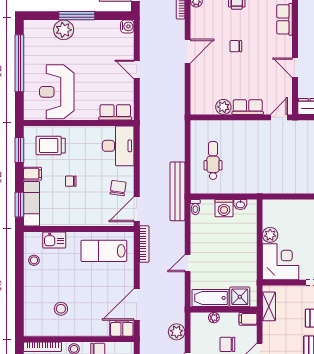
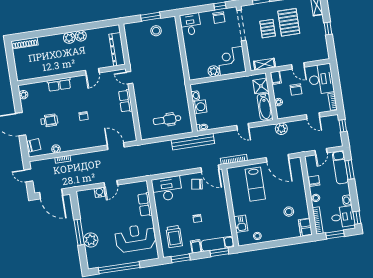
water cooler: (127, 26) -> (99, 192), moved
door: (188, 51) -> (116, 146), moved
reception desk: (57, 92) -> (135, 238), turned 180
plant: (223, 107) -> (128, 118), removed
row of seats: (115, 112) -> (145, 204), moved
lab bench: (104, 251) -> (255, 184), moved
filing cabinet: (122, 328) -> (305, 227), moved
plant: (177, 332) -> (281, 129), moved

